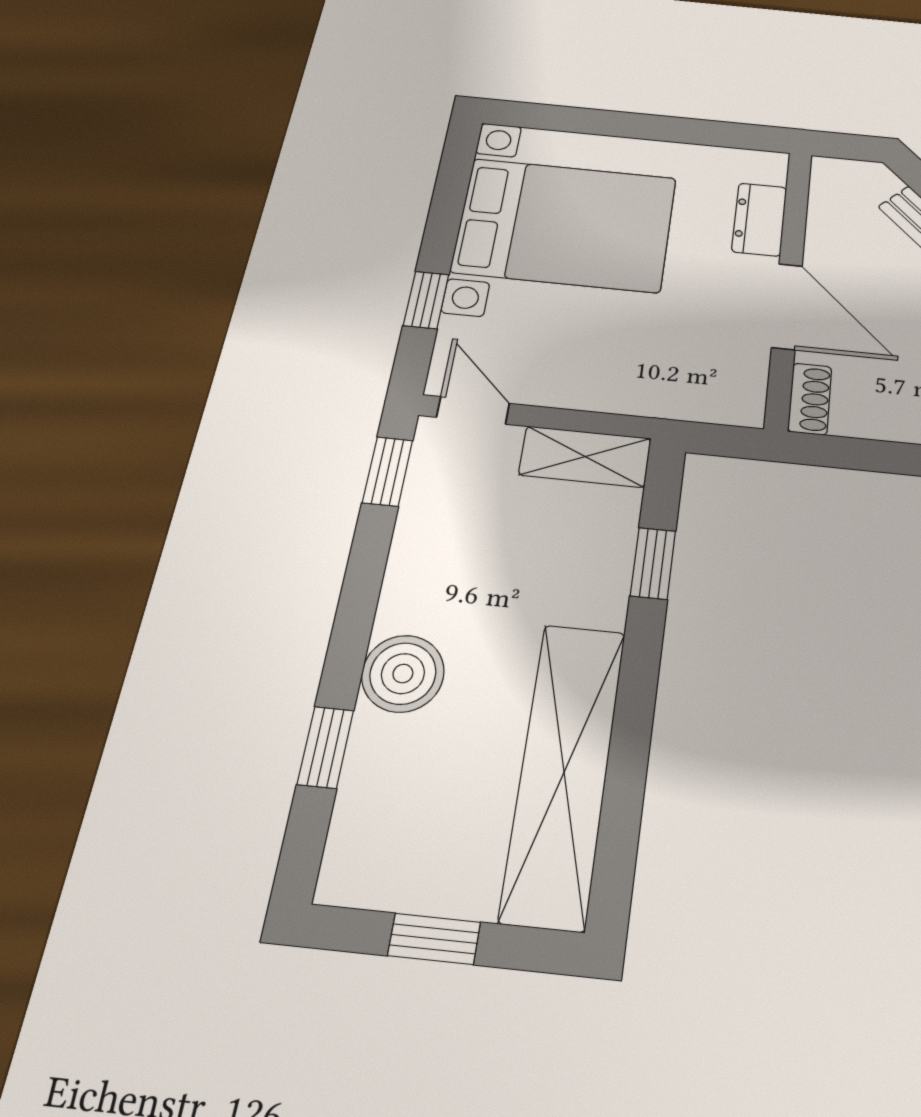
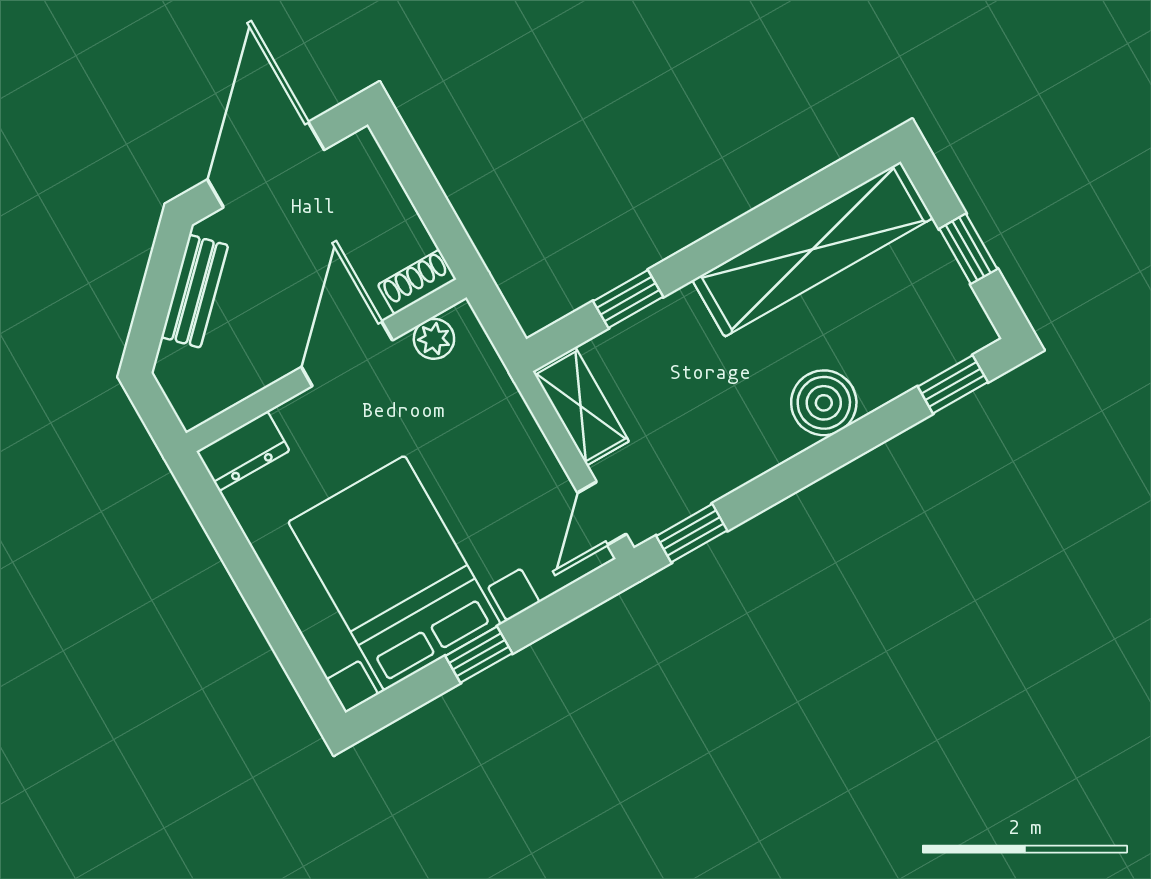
dresser: (759, 219) -> (243, 451), moved
window: (426, 300) -> (479, 655), moved
plant: (746, 380) -> (434, 339), added
window: (326, 747) -> (953, 384), moved

